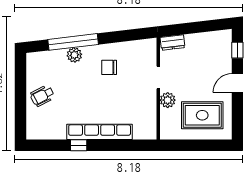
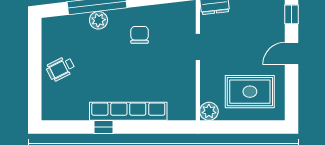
chair: (109, 67) -> (140, 35), turned 90
plant: (168, 100) -> (209, 111), moved

